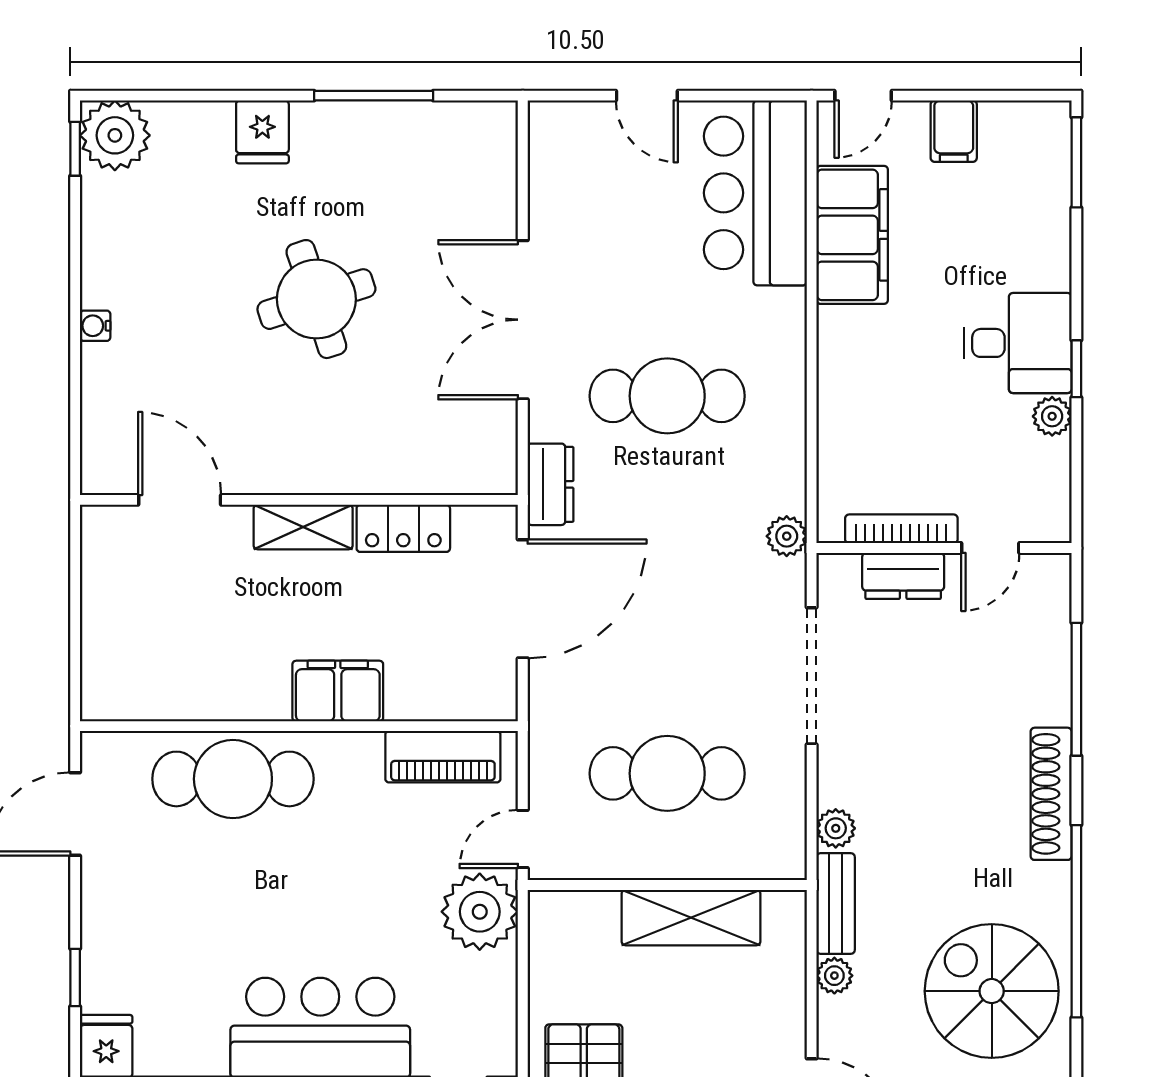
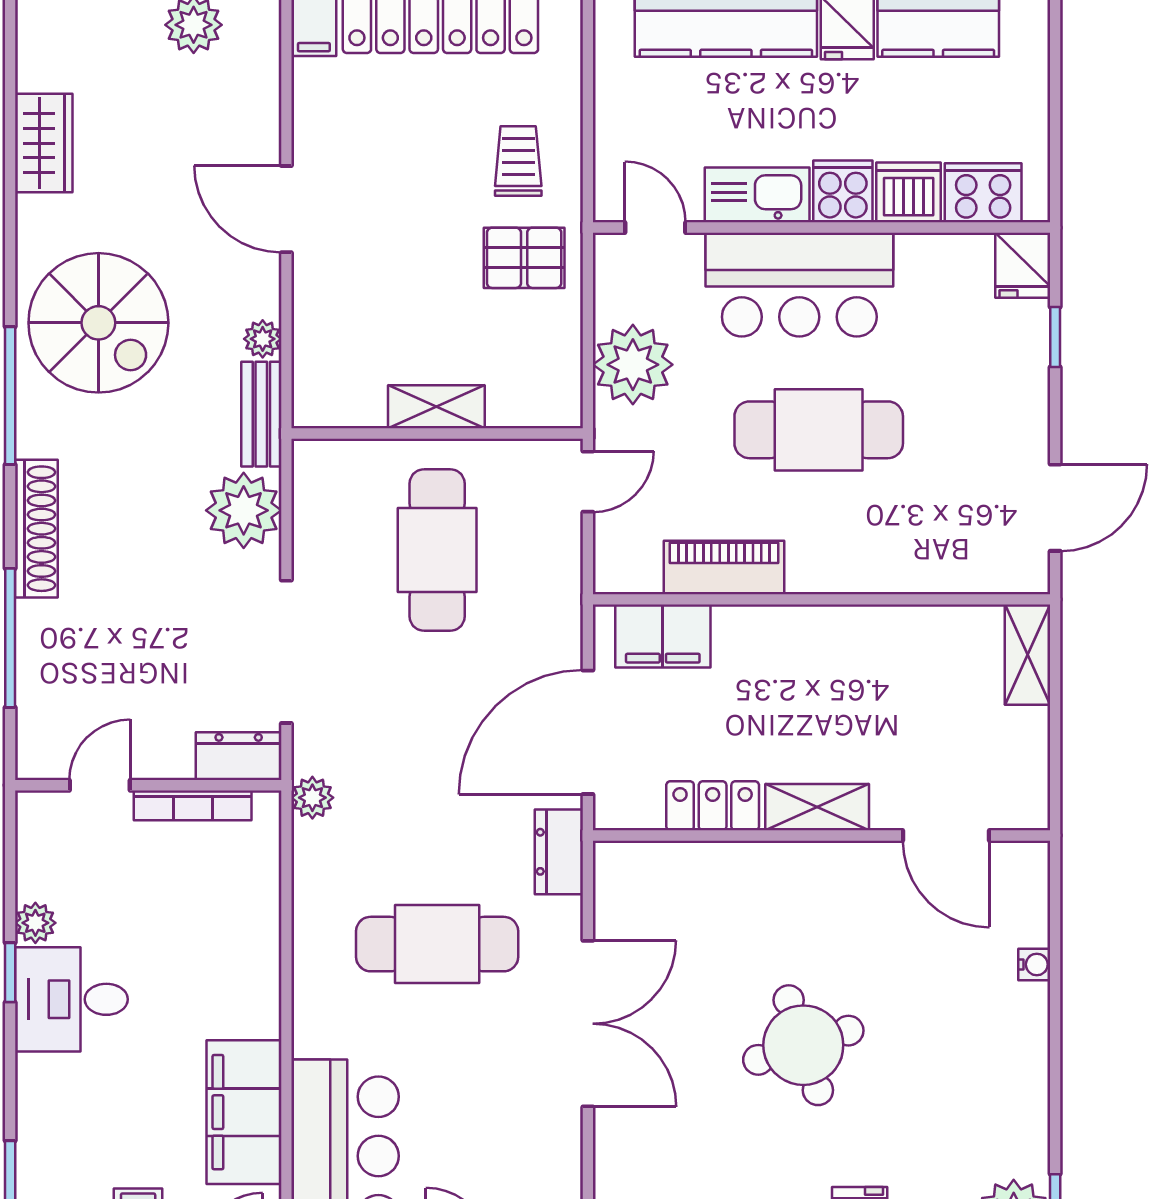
water cooler: (95, 326) -> (1034, 964), moved
dresser: (903, 576) -> (239, 756), moved
shelving: (102, 673) -> (1028, 655), added
filing cabinet: (338, 691) -> (663, 636), moved
piano: (443, 757) -> (724, 567), moved
cafe table: (667, 773) -> (437, 550), turned 90
cafe table: (233, 779) -> (819, 430), moved
plant: (836, 828) -> (244, 510), width x1.87, depth x1.87
plant: (480, 912) -> (633, 365), moved
shelving: (691, 918) -> (436, 407), width x0.67, depth x0.75
window: (1076, 921) -> (10, 396), width x0.68

